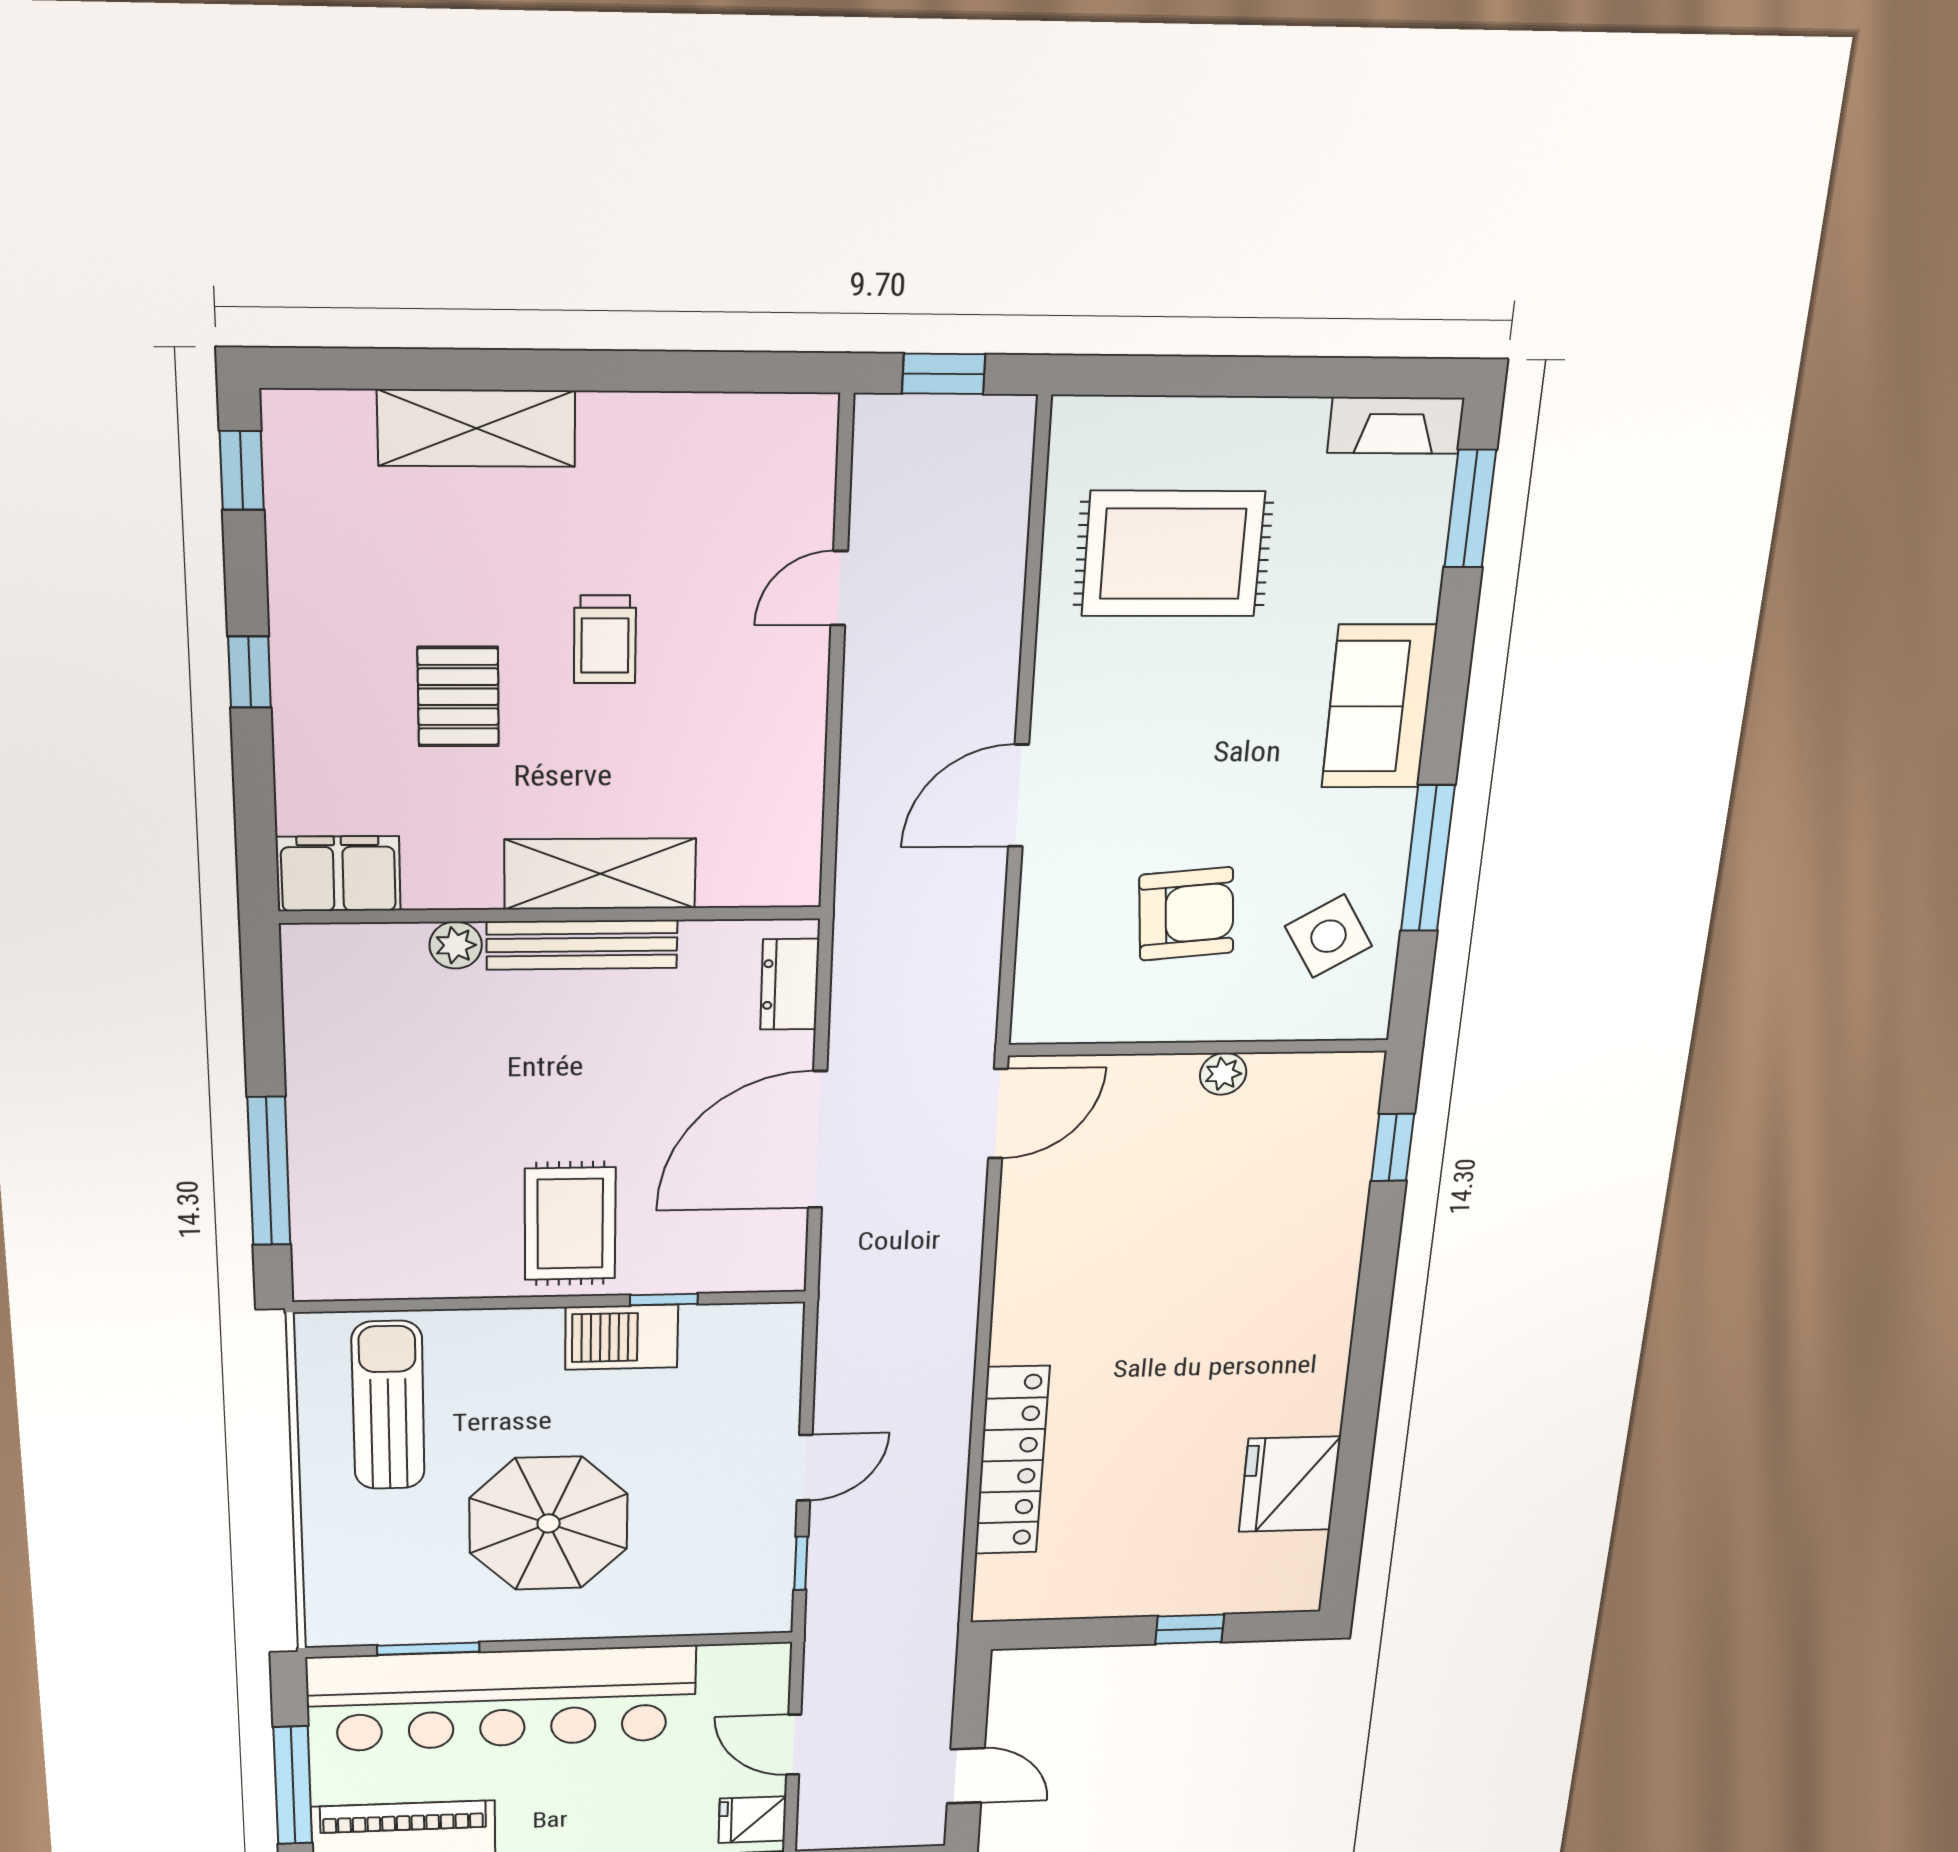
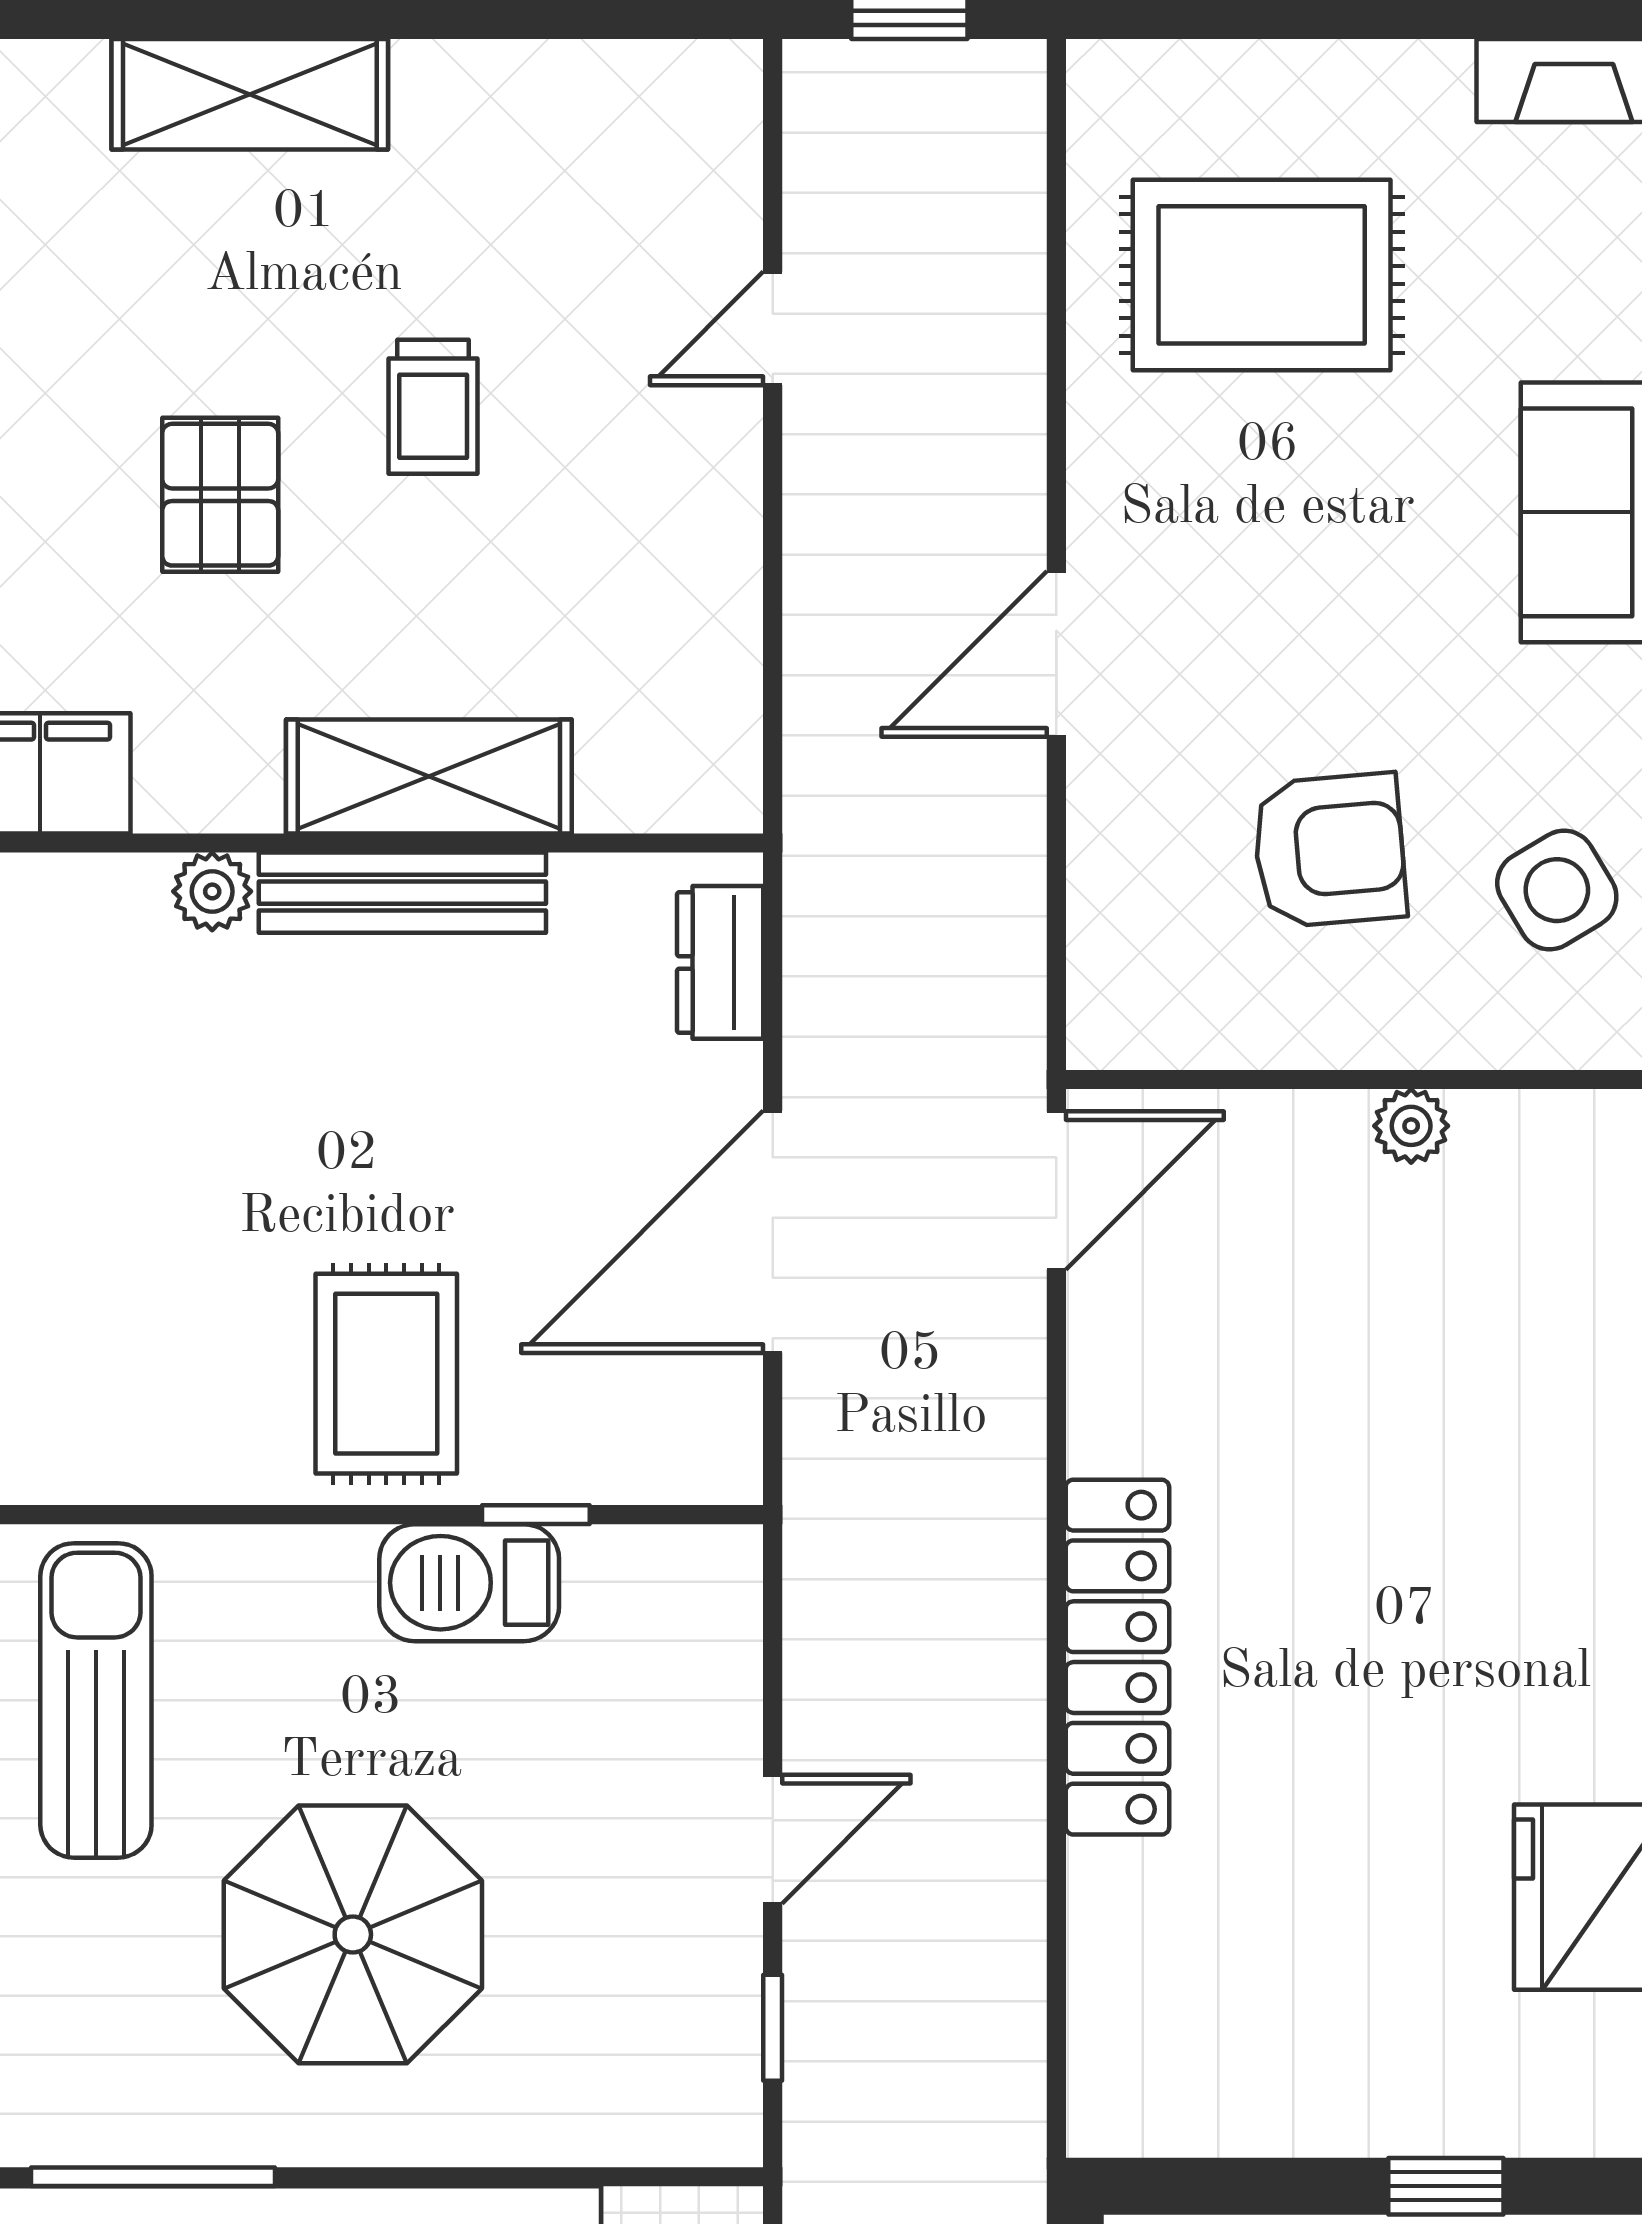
locker: (1012, 1461) -> (1117, 1657), moved
window: (428, 1649) -> (153, 2177), width x1.44

